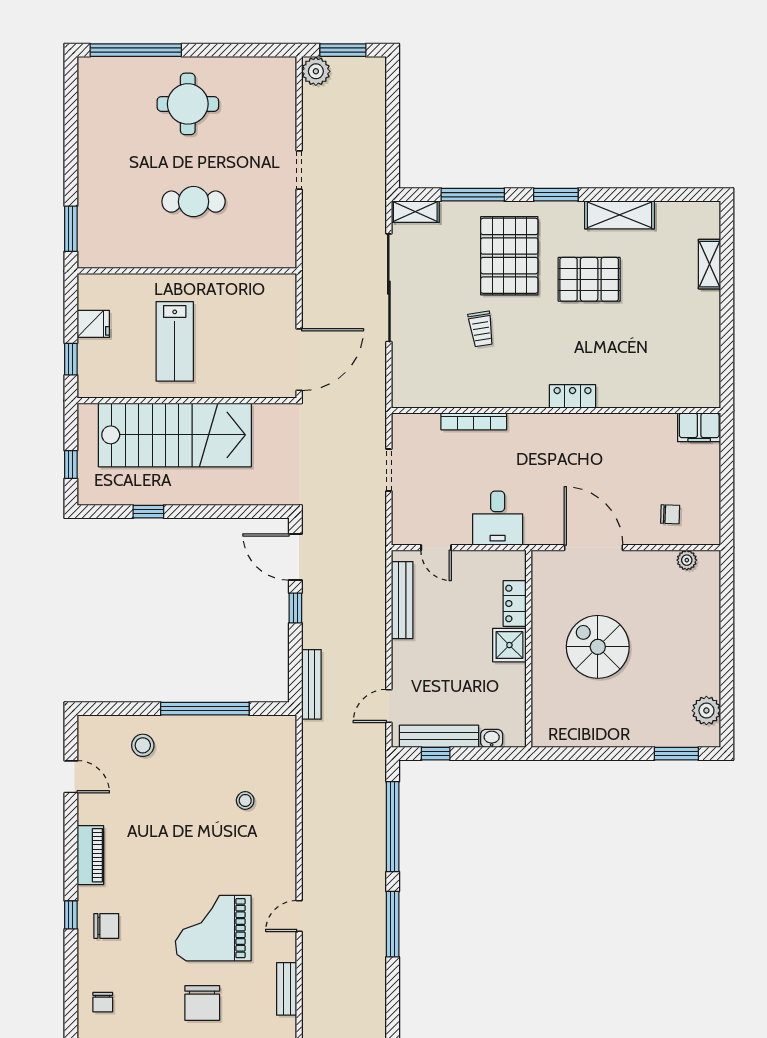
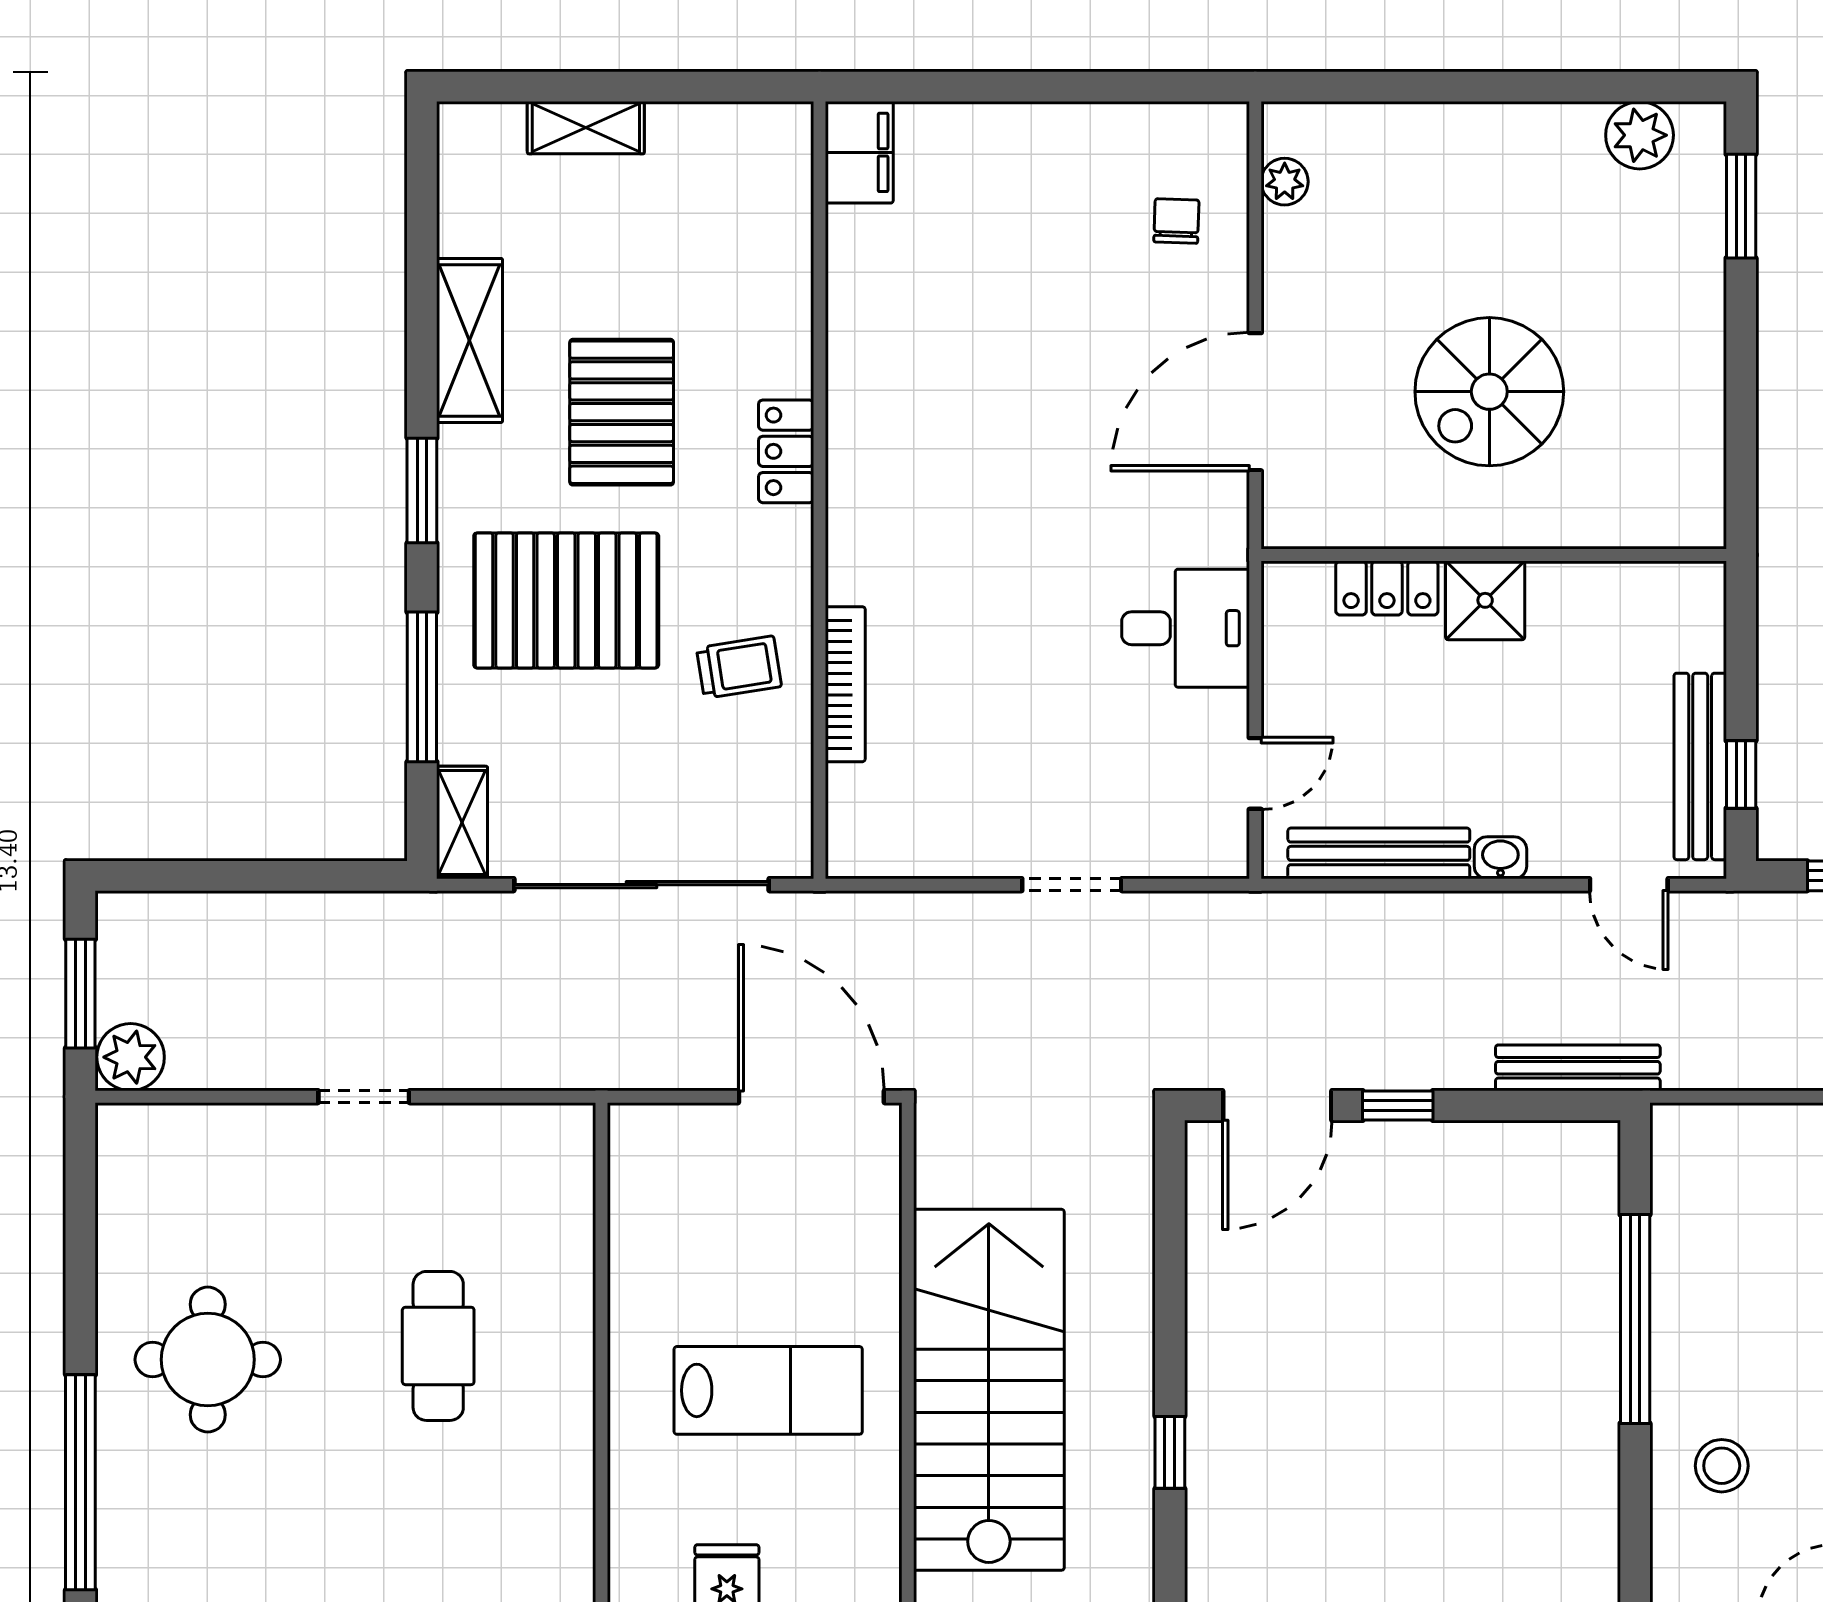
locker: (573, 396) -> (786, 451), moved
wall: (556, 411) -> (819, 490), moved
bookcase: (474, 421) -> (845, 684), moved
filing cabinet: (699, 427) -> (859, 152), moved
washbasin: (492, 738) -> (1500, 858), moved, turned 90

